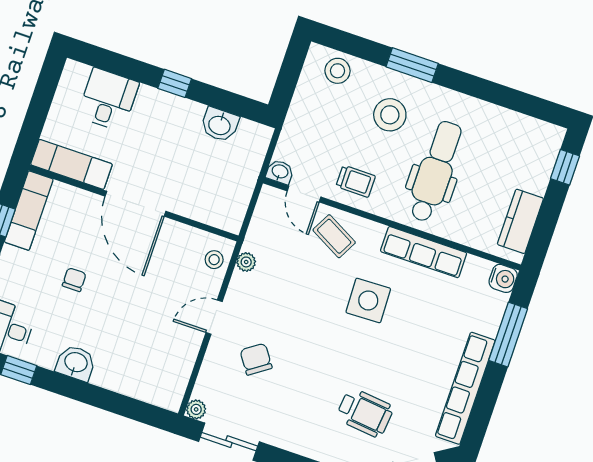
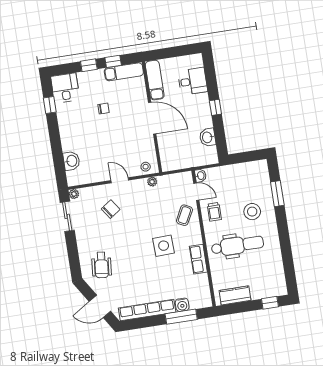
window: (412, 65) -> (277, 194), moved
stool: (338, 71) -> (260, 178), removed
door: (304, 194) -> (196, 192), swing flipped
door: (136, 204) -> (152, 118), swing flipped
row of seats: (424, 252) -> (198, 259), width x0.68
water cooler: (503, 278) -> (182, 305), moved
washbasin: (76, 363) -> (71, 161), moved
wheelchair: (365, 413) -> (102, 265), moved

